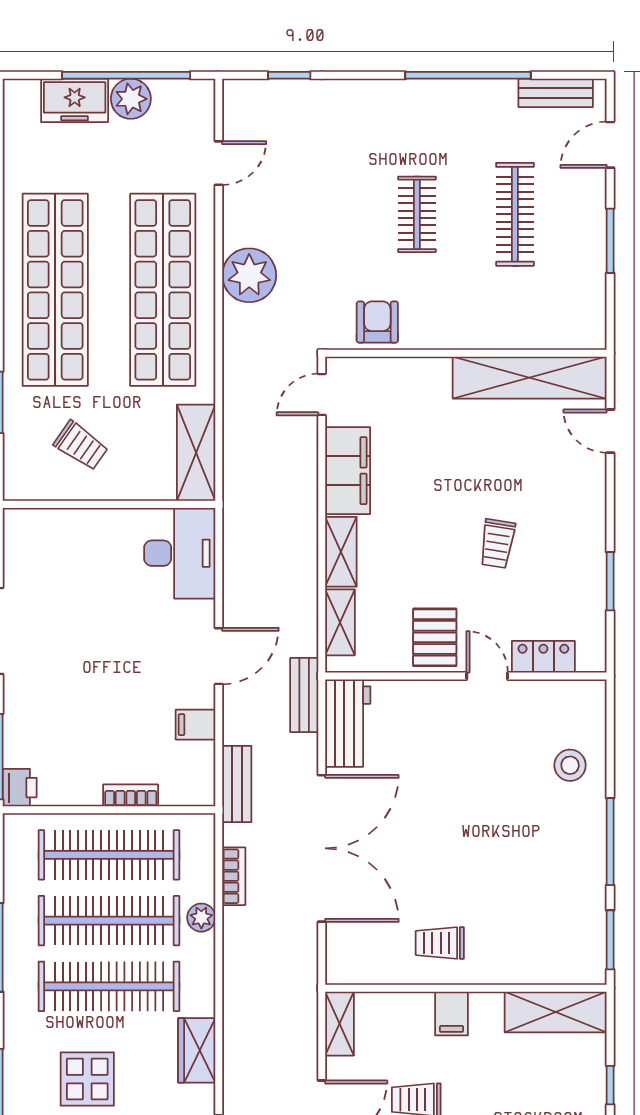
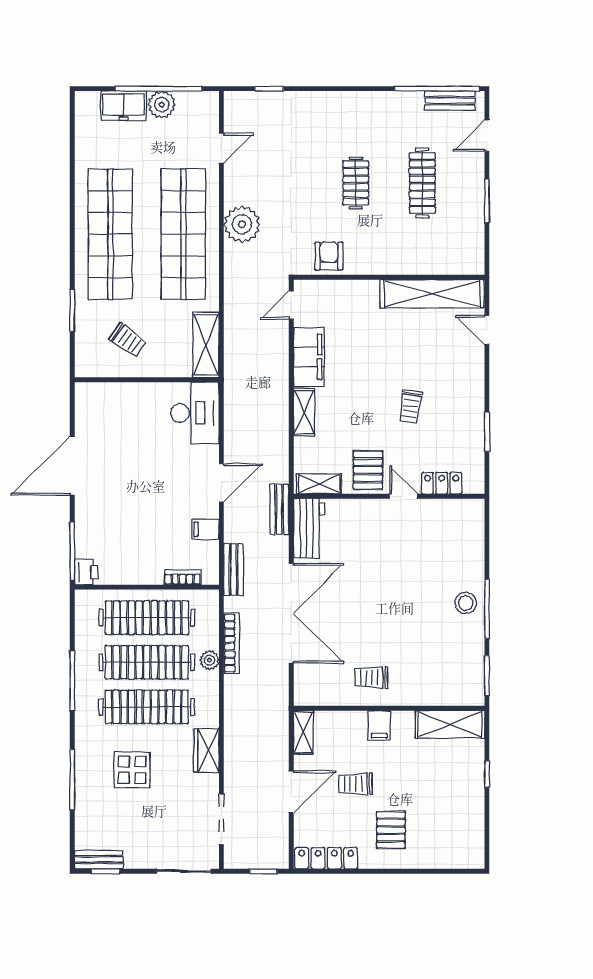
window: (468, 75) -> (437, 89), moved
shelving: (340, 622) -> (319, 484), moved, turned 90
stool: (570, 765) -> (466, 603), moved
bookcase: (131, 795) -> (183, 577), moved
bookcase: (234, 876) -> (232, 643), width x1.56

